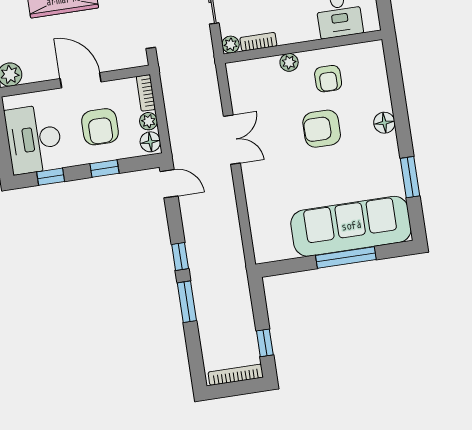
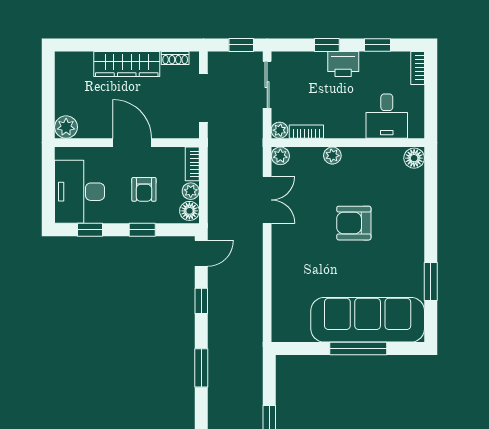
plant: (235, 71) -> (280, 156), added
armchair: (328, 79) -> (367, 177), removed
floor lamp: (384, 123) -> (414, 158), moved
armchair: (100, 127) -> (144, 189), width x0.72, depth x0.72
double door: (232, 140) -> (267, 200), moved
door: (169, 184) -> (201, 253), hinge flipped
window: (180, 257) -> (201, 301), moved

